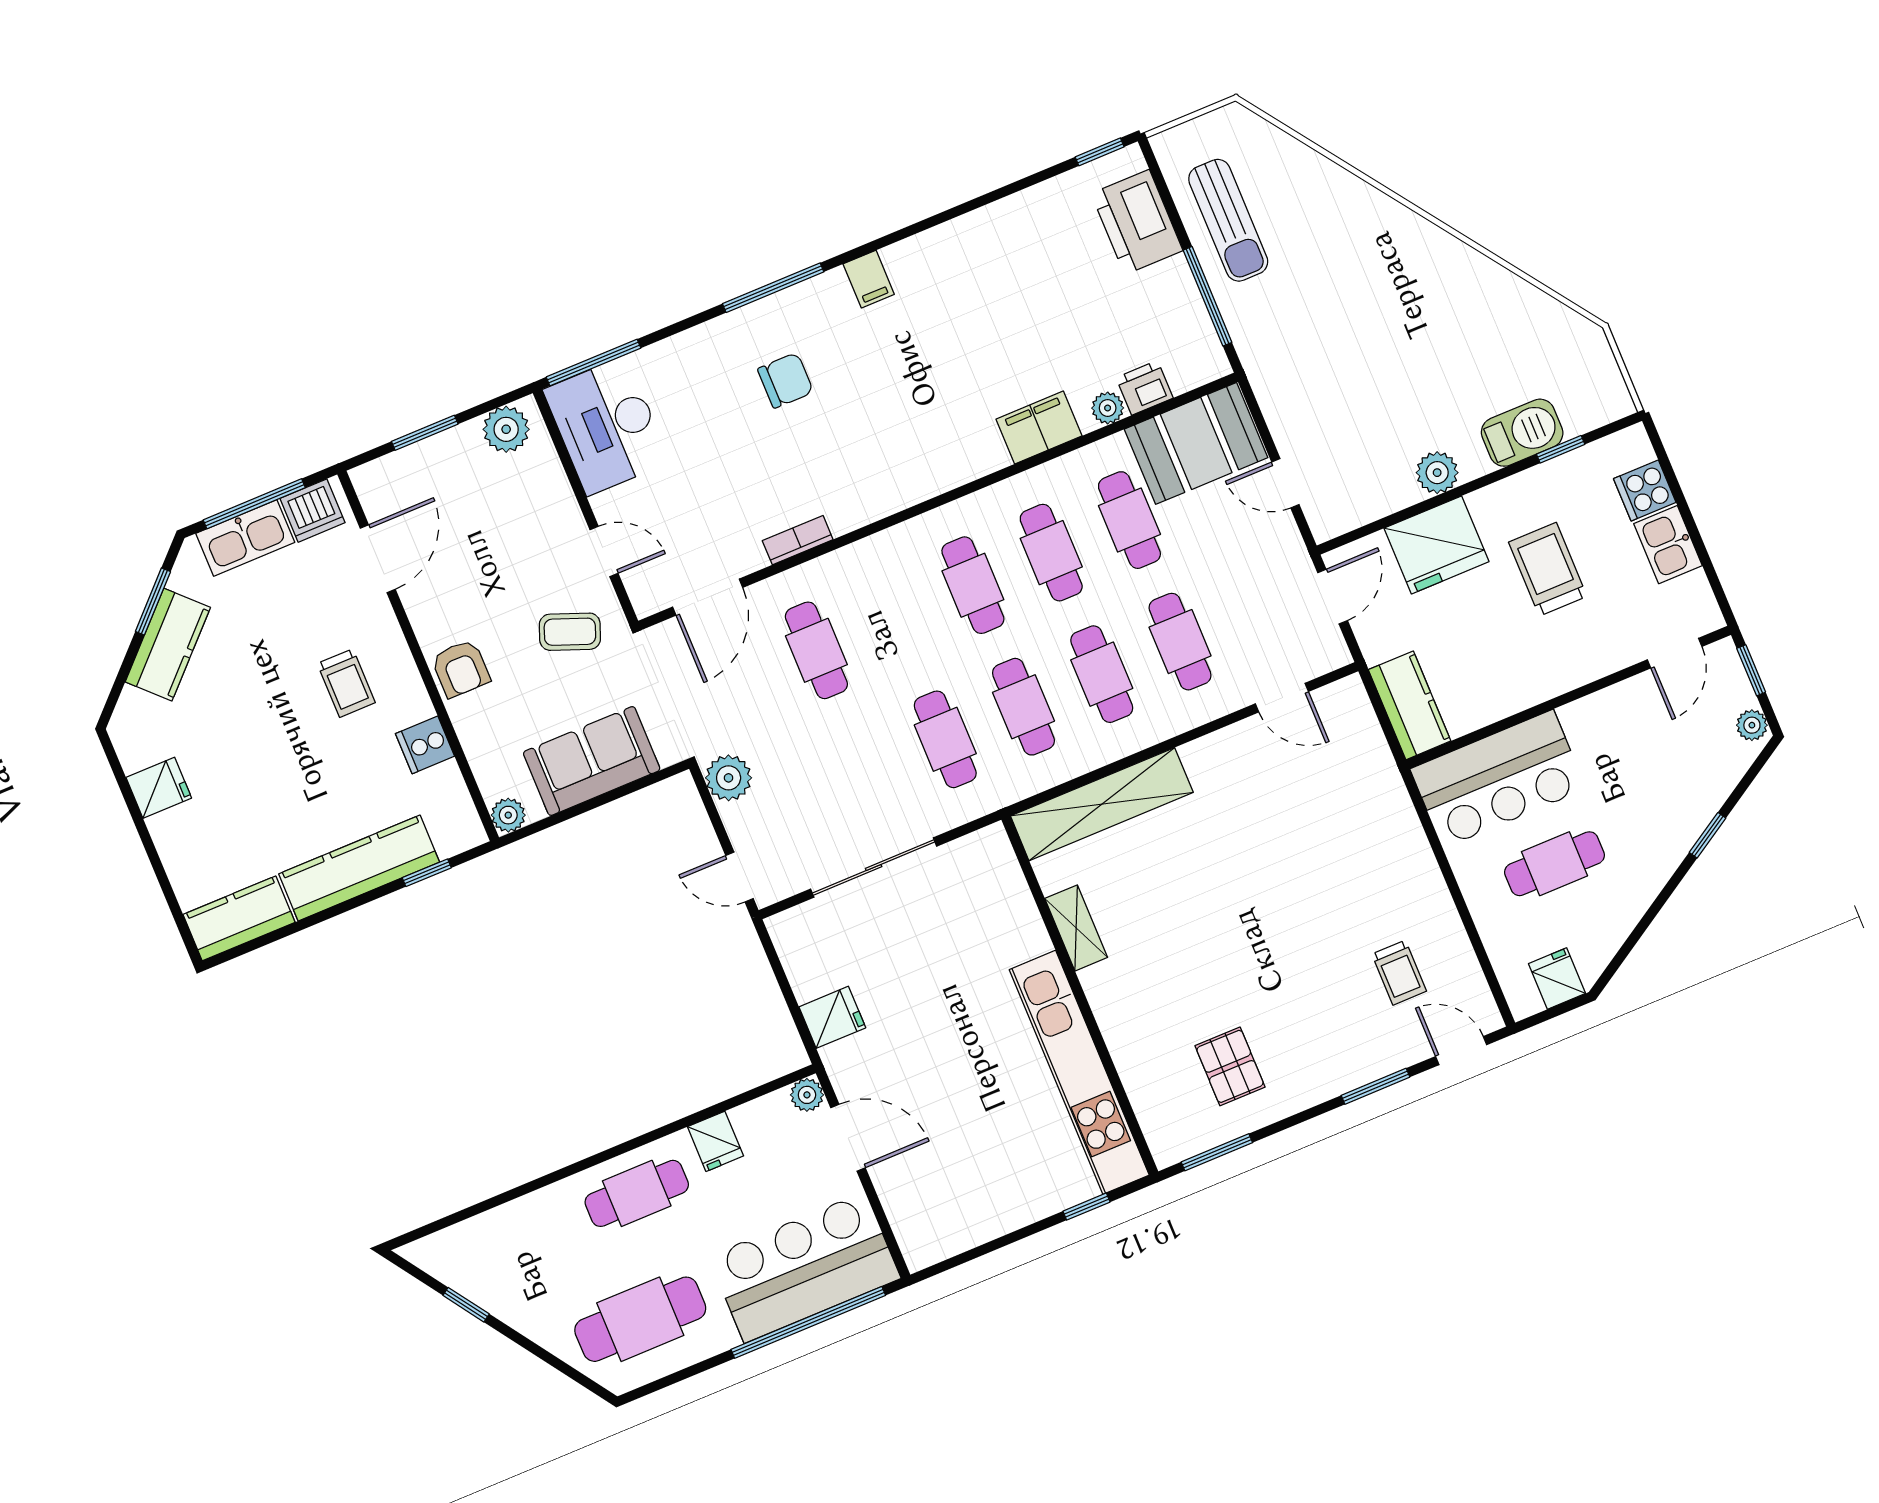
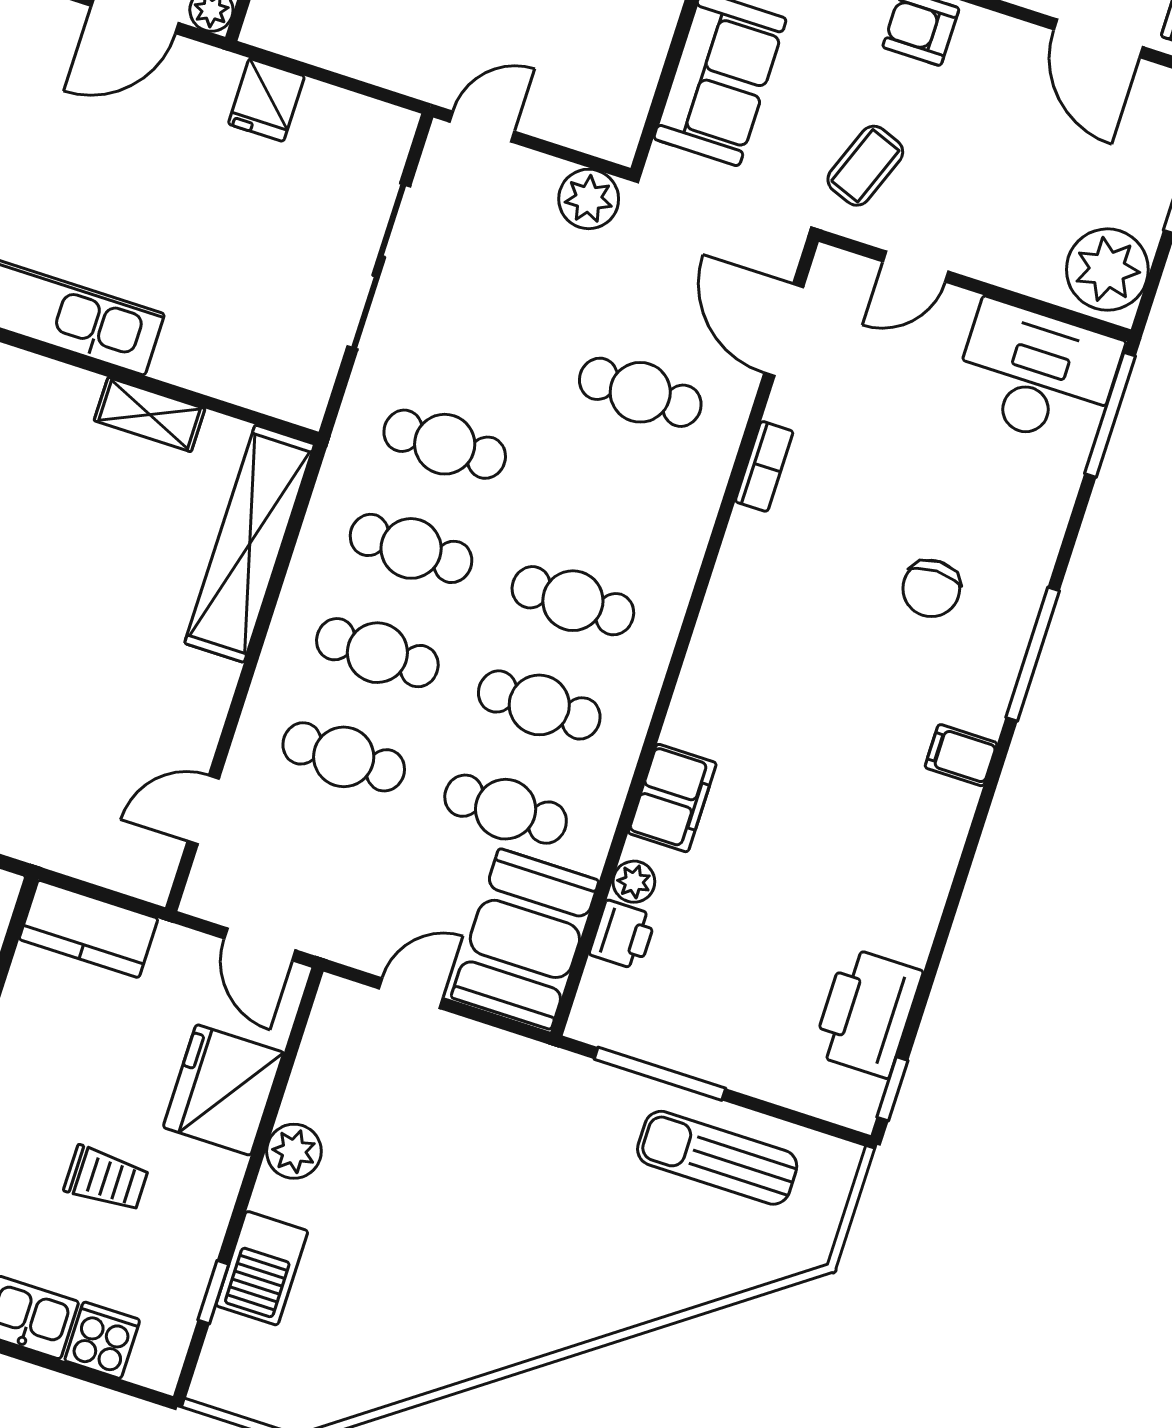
printer: (1137, 222) -> (867, 1013), moved, turned -90
plant: (506, 429) -> (1107, 270), width x1.36, depth x1.36
trolley: (1548, 569) -> (106, 1179), width x0.73, depth x0.72

